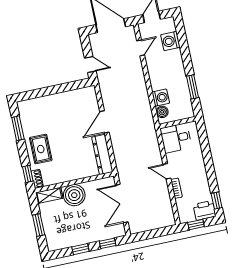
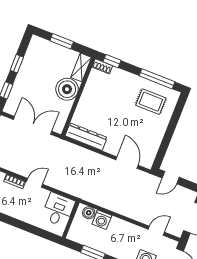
door: (141, 48) -> (156, 231), swing flipped
door: (104, 122) -> (127, 163), moved
window: (18, 128) -> (157, 79), width x1.44
rug: (41, 149) -> (151, 102), moved

